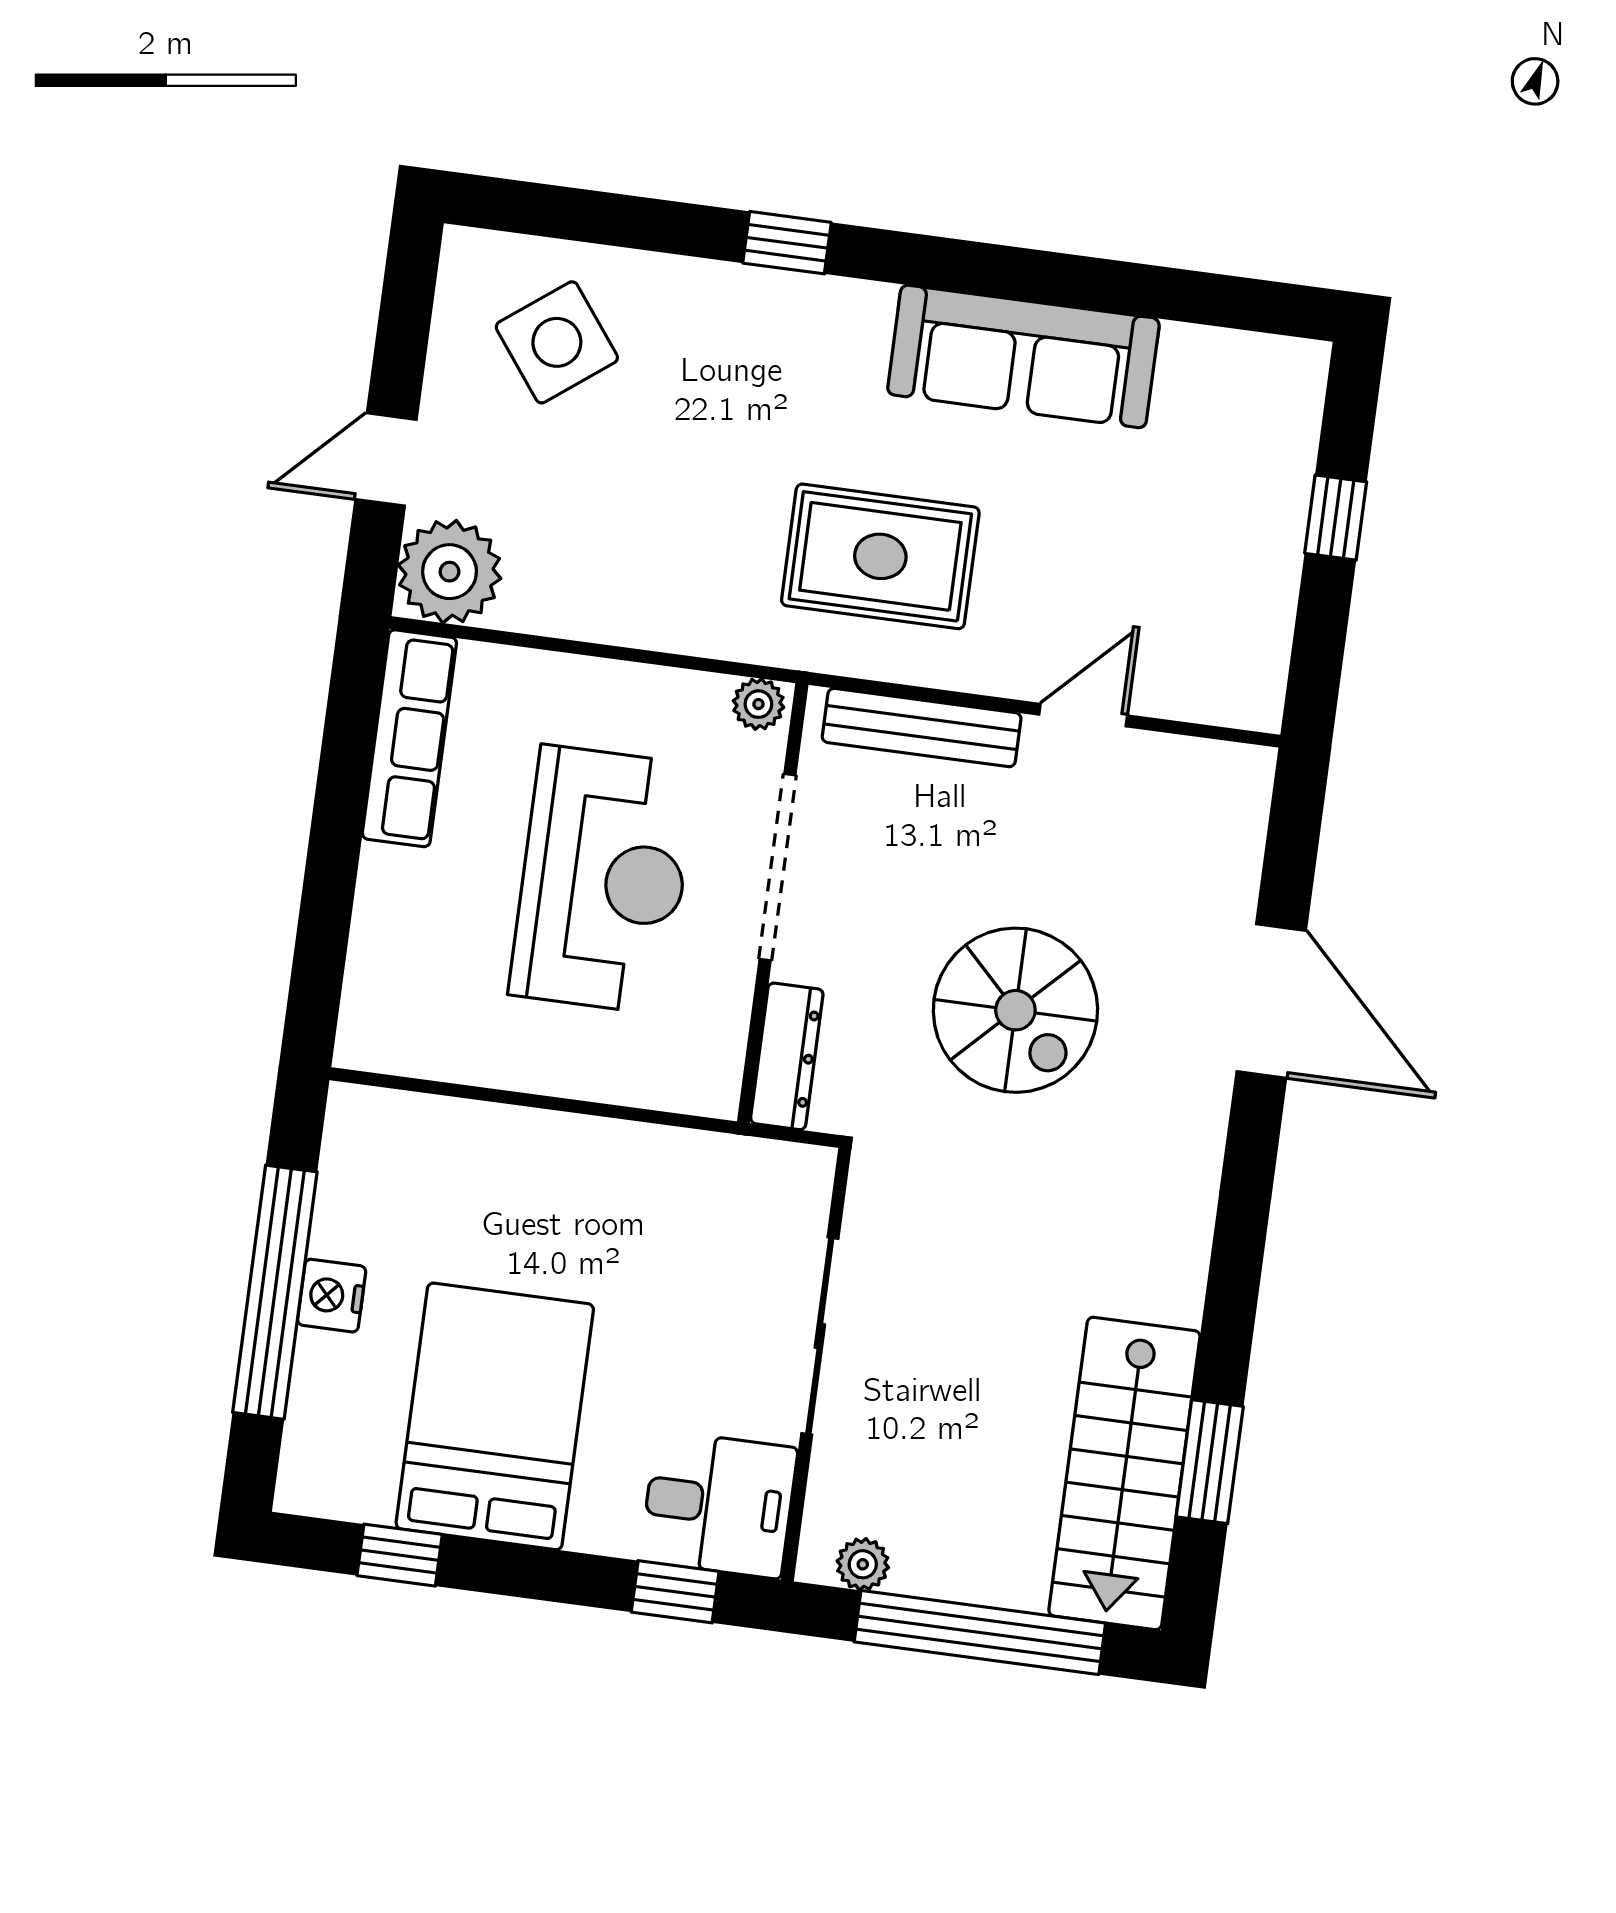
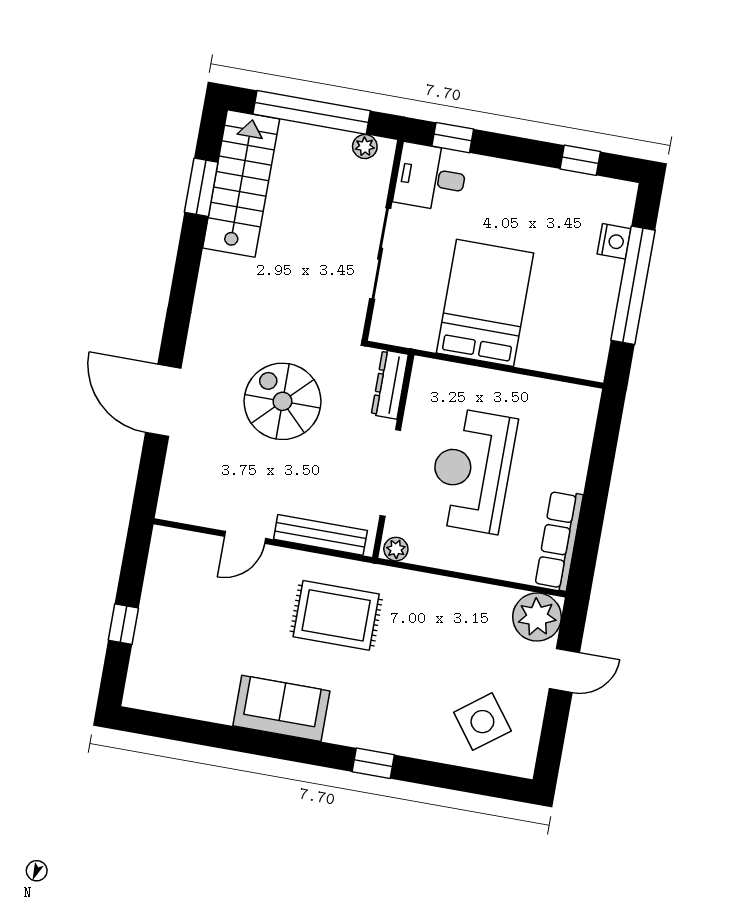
sofa: (1023, 356) -> (281, 708), width x0.73
nightstand: (332, 1296) -> (614, 241), moved
bed: (495, 1416) -> (485, 303), moved, turned 180

